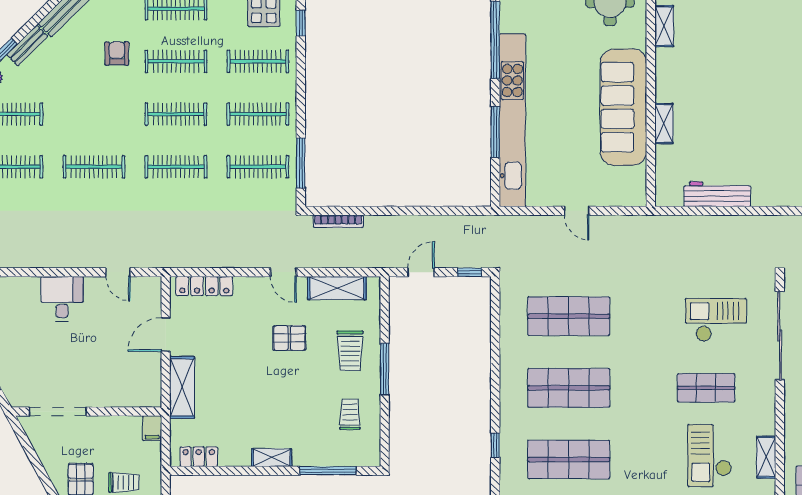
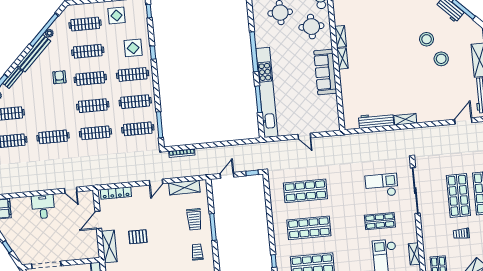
sofa: (623, 107) -> (325, 72), width x0.74, depth x0.79
shelving: (664, 123) -> (342, 58), moved
shelving: (773, 197) -> (405, 119), added
door: (283, 272) -> (156, 182), hinge flipped
pallet: (289, 338) -> (138, 237), moved

